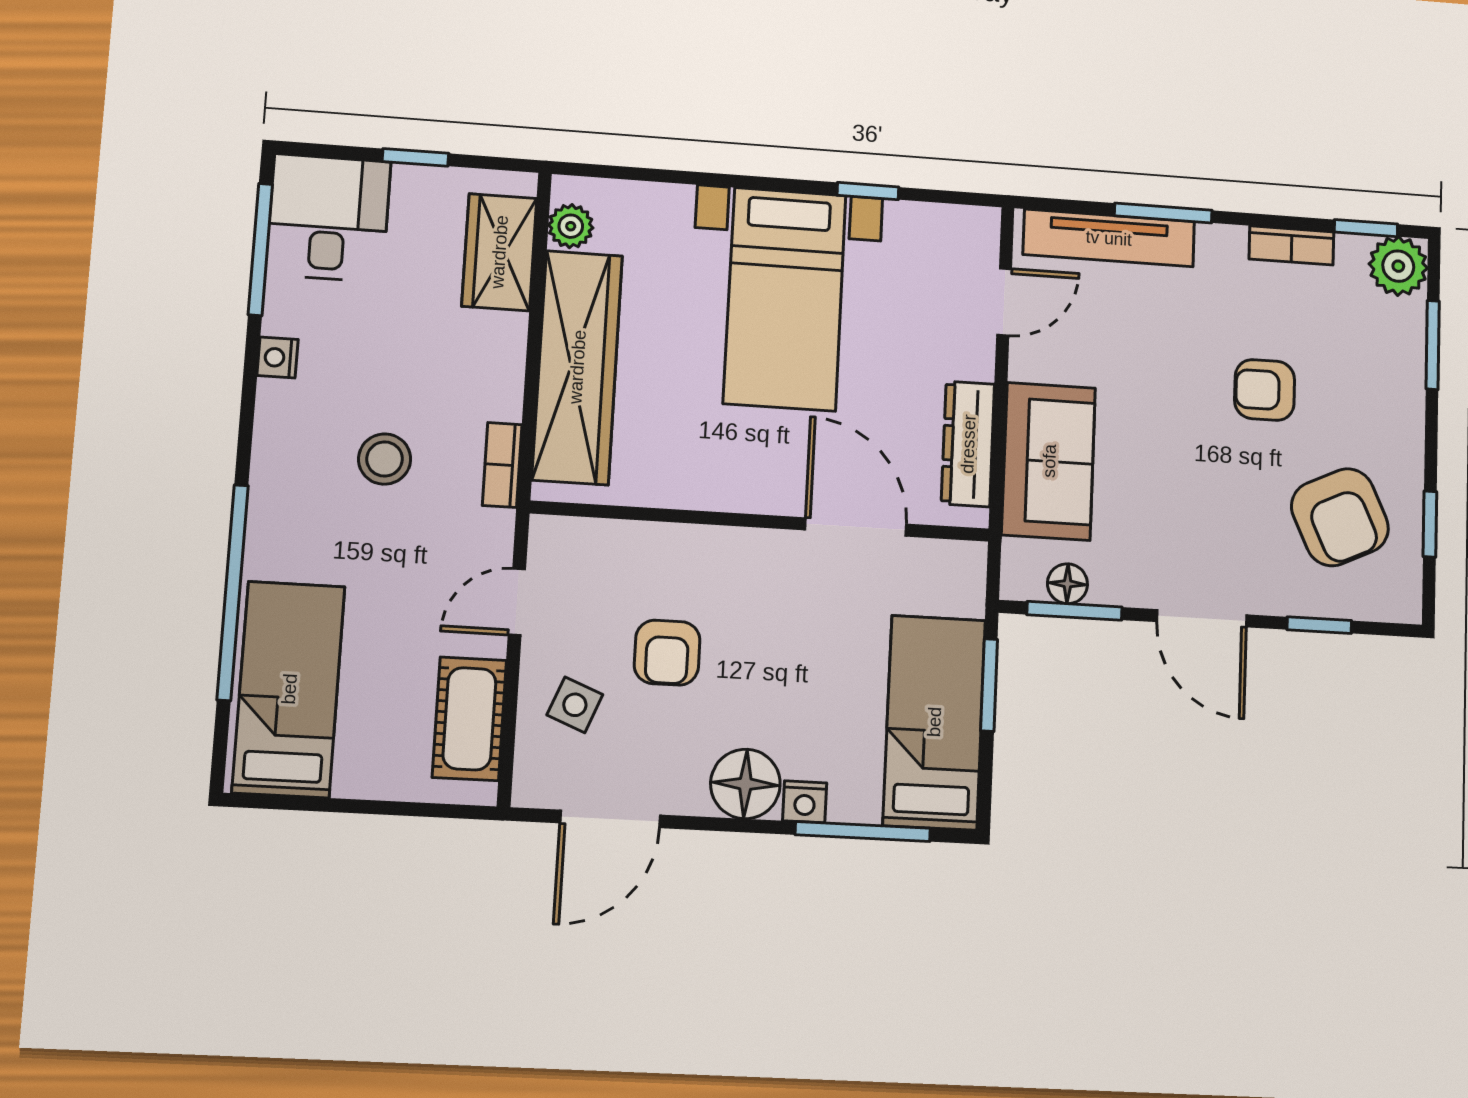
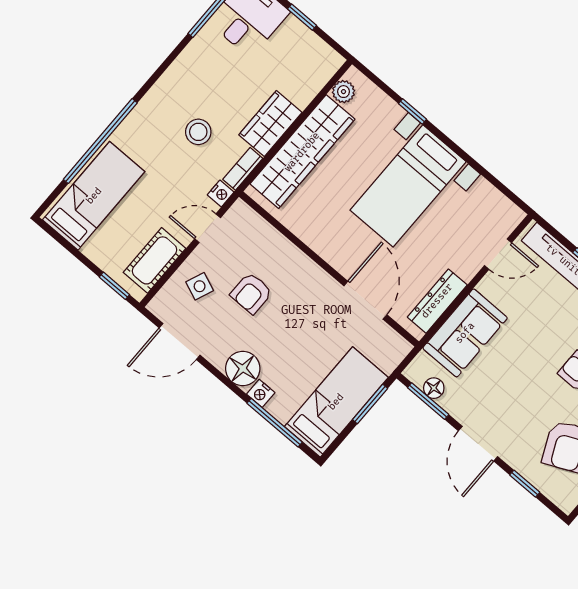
window: (868, 191) -> (412, 111), moved
wardrobe: (499, 252) -> (270, 124), moved
nightstand: (278, 358) -> (221, 194), moved, turned 180
window: (434, 810) -> (114, 286), added

